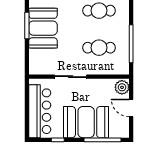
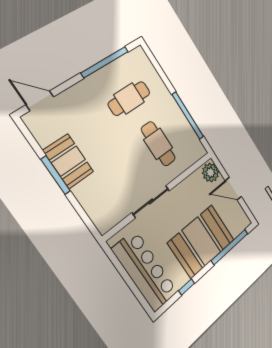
booth: (43, 28) -> (68, 161), width x0.73, depth x0.70
cafe table: (99, 48) -> (158, 144), turned 90

